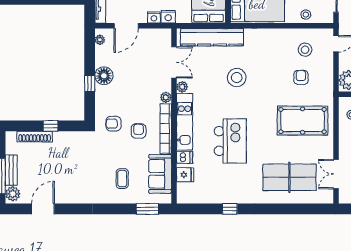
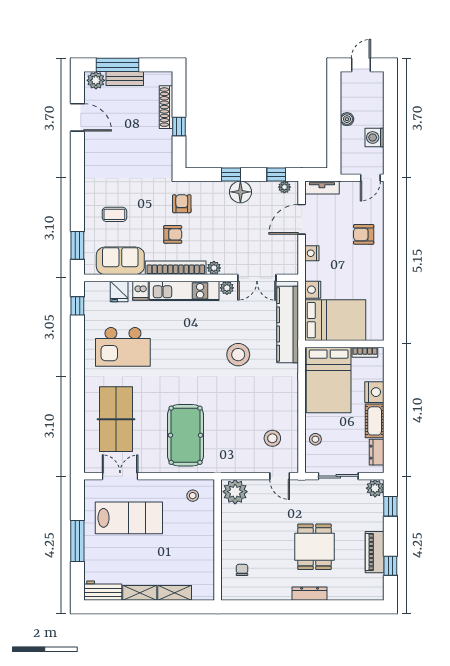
nightstand: (168, 17) -> (313, 290), moved
door: (126, 26) -> (302, 219), hinge flipped
window: (90, 47) -> (276, 175), added
armchair: (301, 77) -> (238, 433), removed
kitchen island: (230, 141) -> (123, 347), moved
window: (230, 209) -> (77, 306), moved

